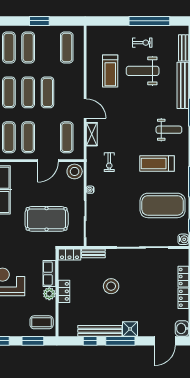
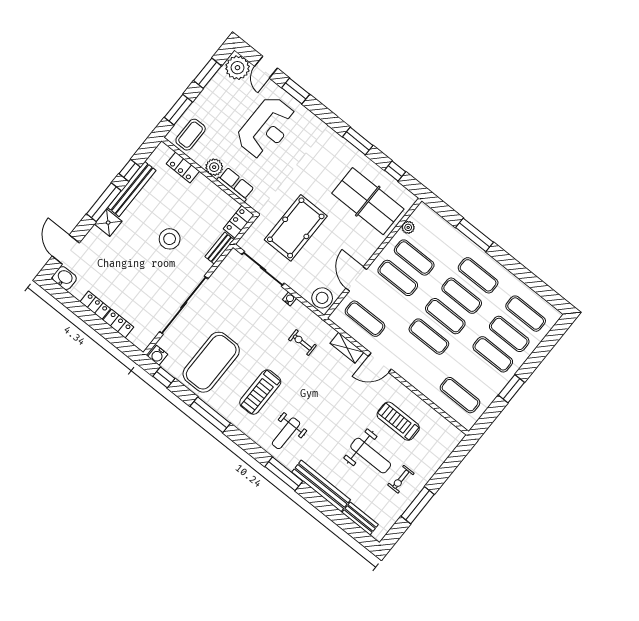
window: (149, 21) -> (418, 505), width x0.68
weight bench: (143, 71) -> (371, 456), turned 90
treadmill: (157, 164) -> (260, 392), turned 180
locker: (64, 291) -> (183, 168), moved

